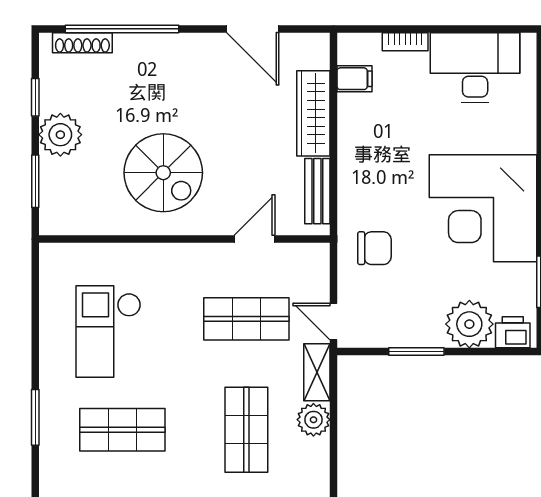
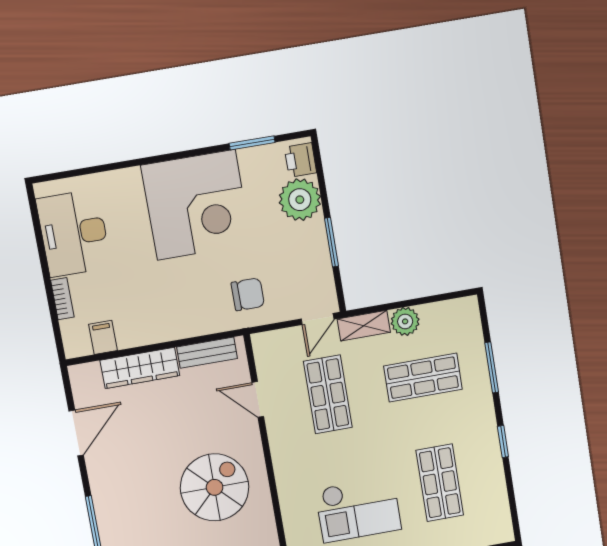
chair: (374, 248) -> (248, 294), turned 90

